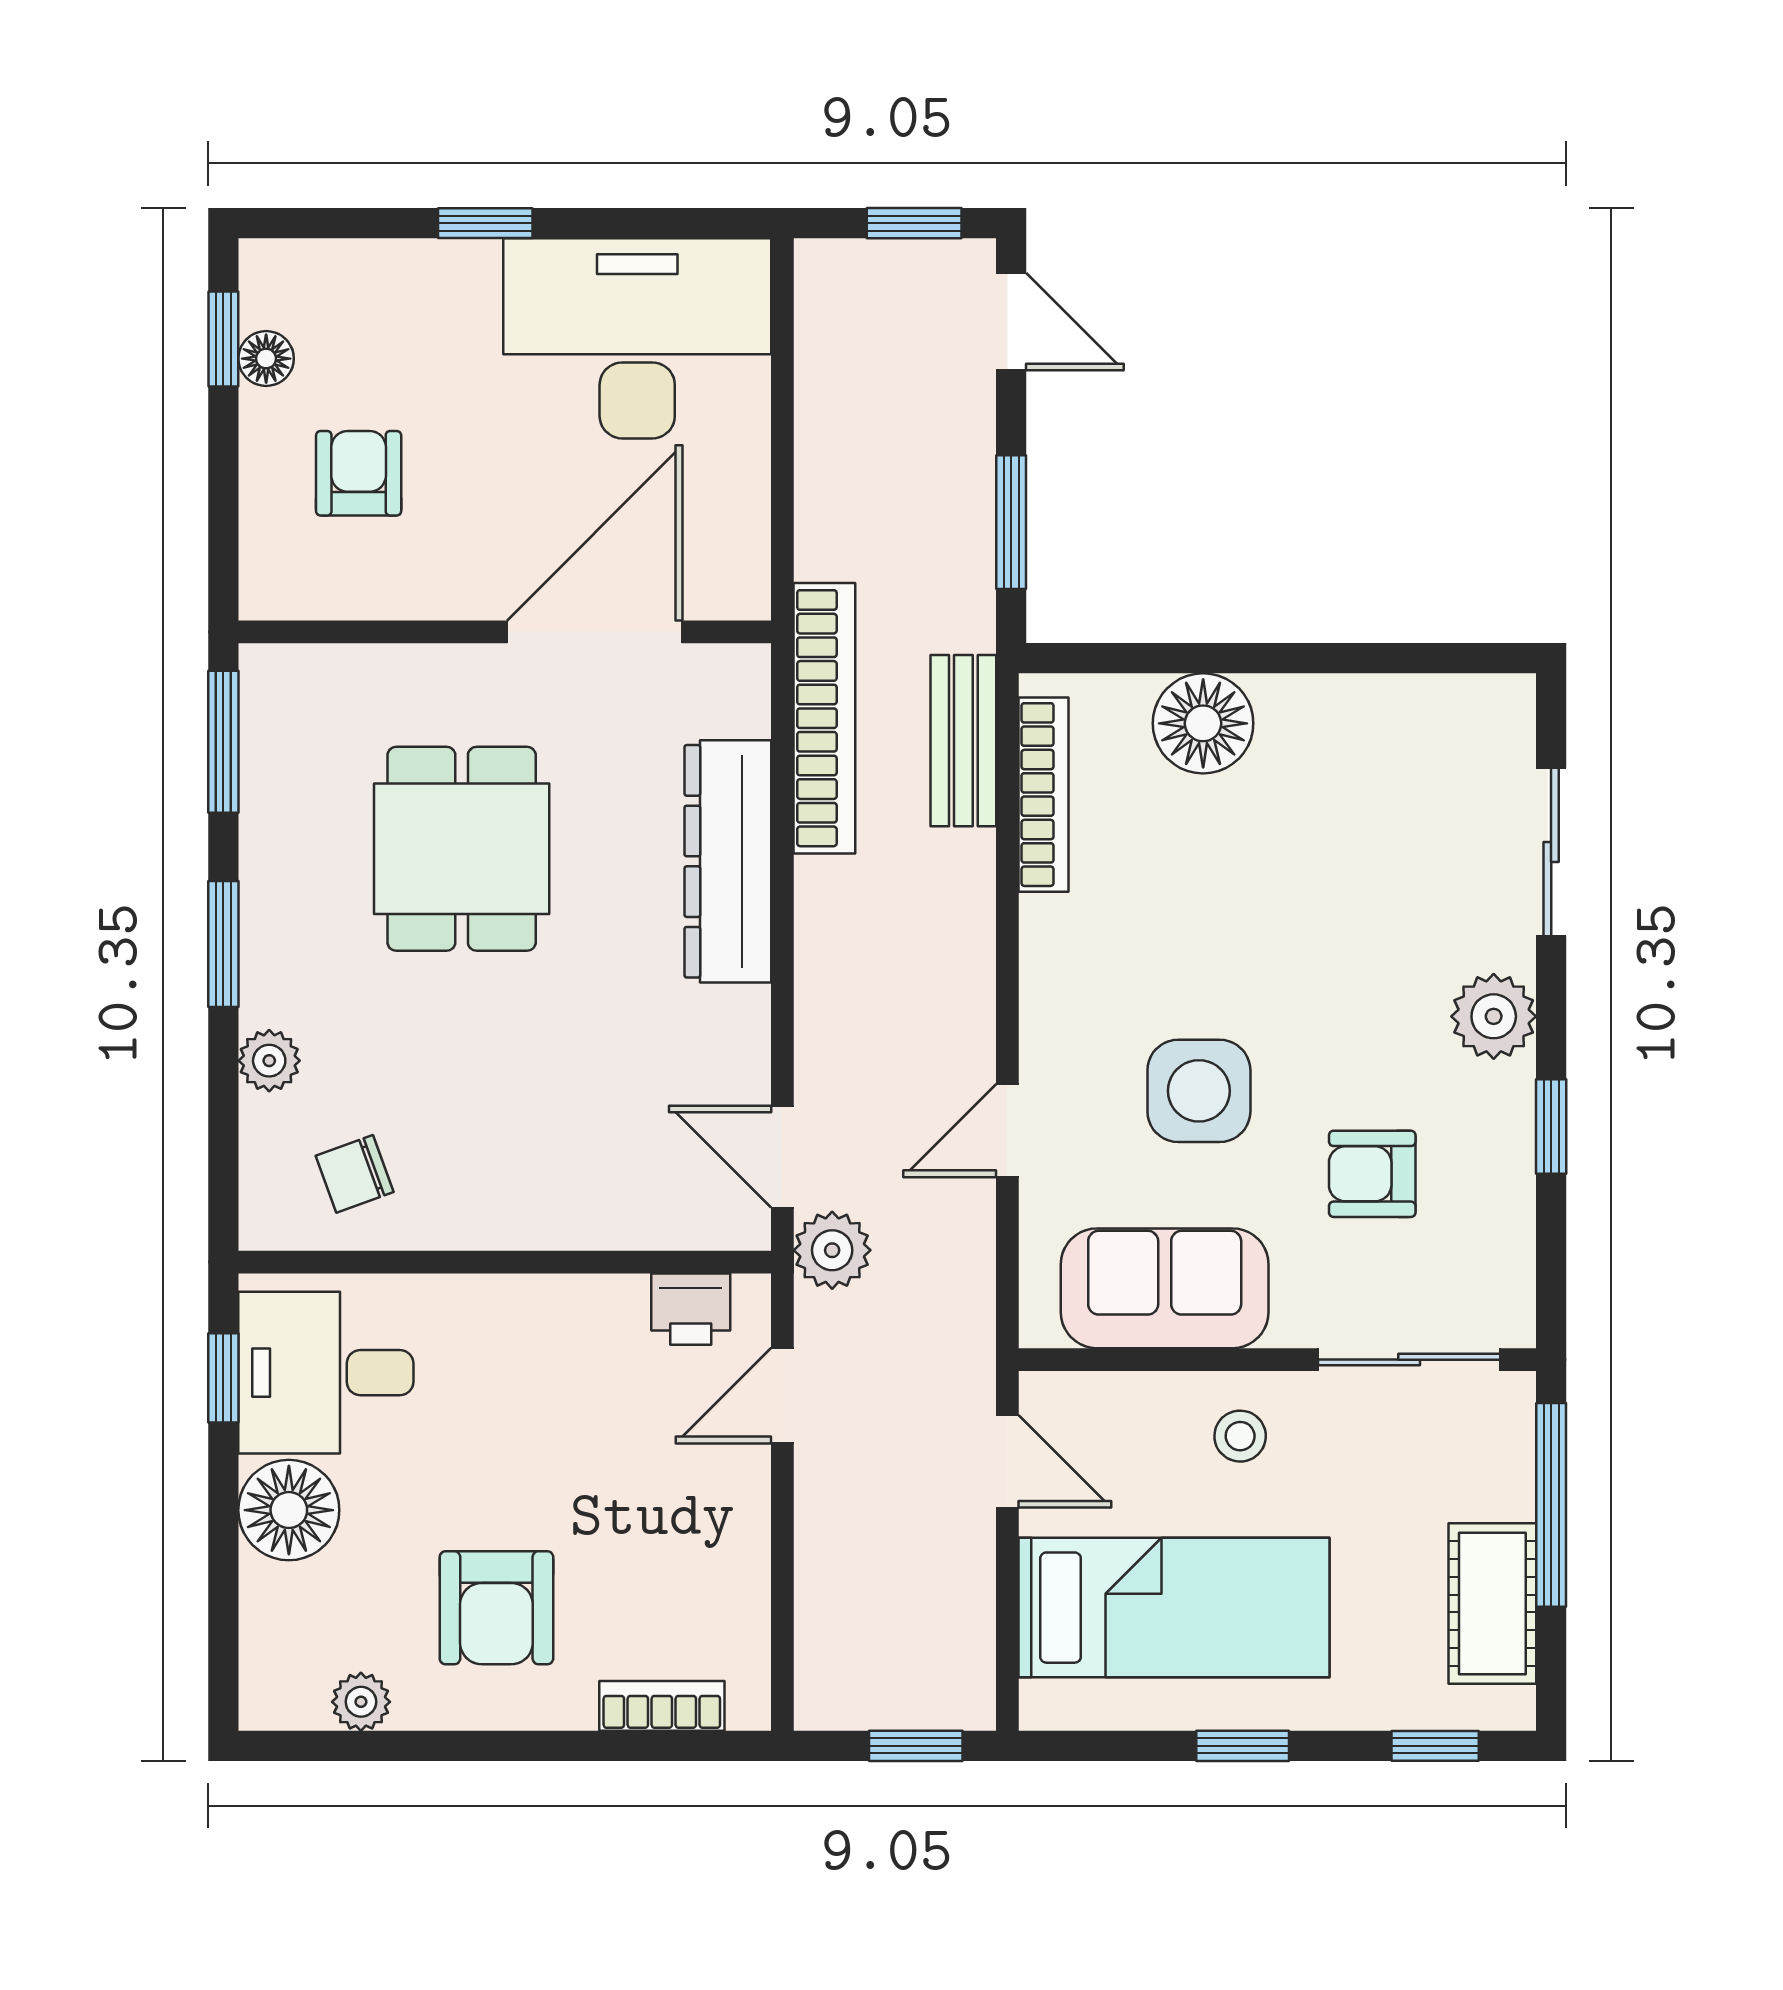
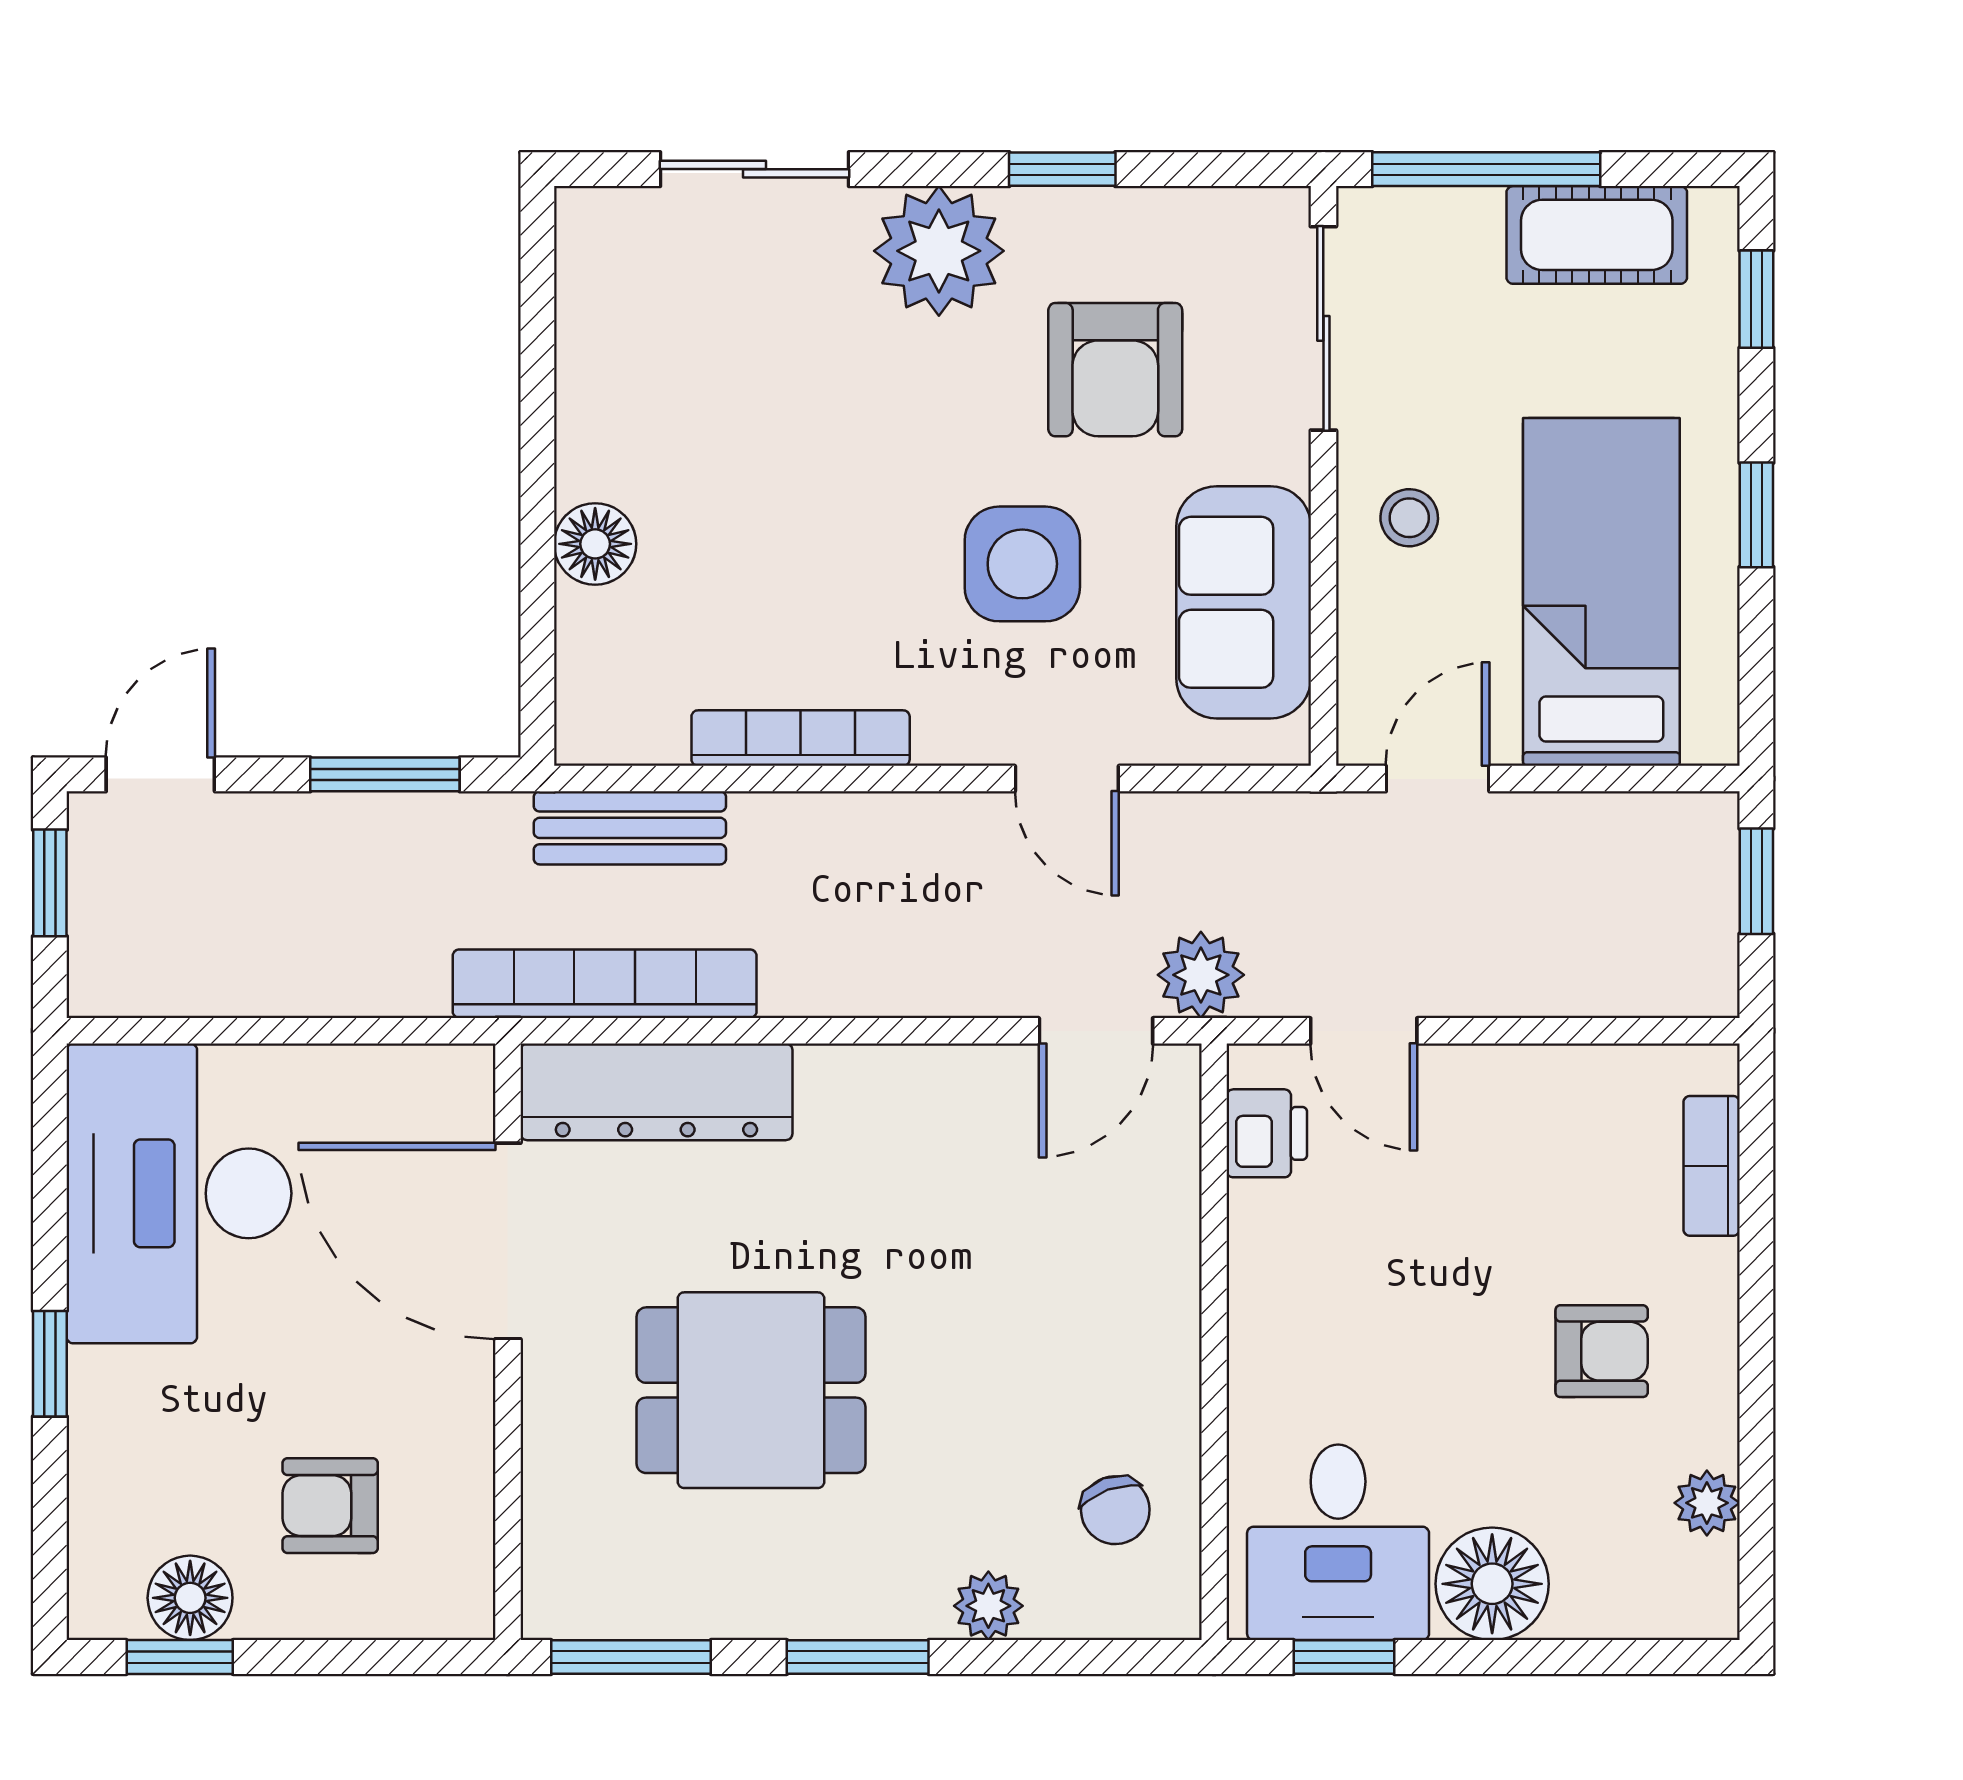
floor lamp: (266, 359) -> (190, 1598), width x1.37, depth x1.37
floor lamp: (1203, 723) -> (595, 544), width x0.73, depth x0.73
bookcase: (1043, 795) -> (801, 738), moved
dresser: (728, 861) -> (656, 1092), moved
plant: (1494, 1016) -> (939, 251), width x1.36, depth x1.36
armchair: (1372, 1174) -> (1115, 370), width x1.38, depth x1.38
armchair: (496, 1608) -> (1602, 1351), width x0.72, depth x0.72

